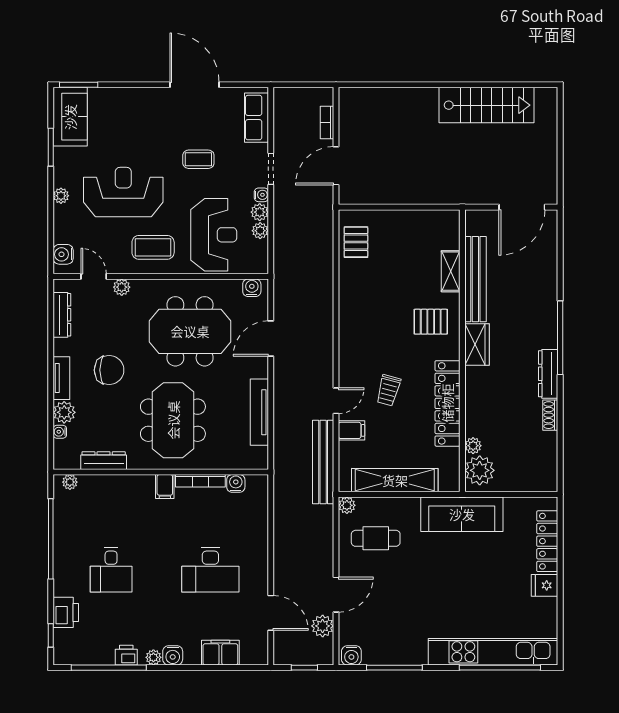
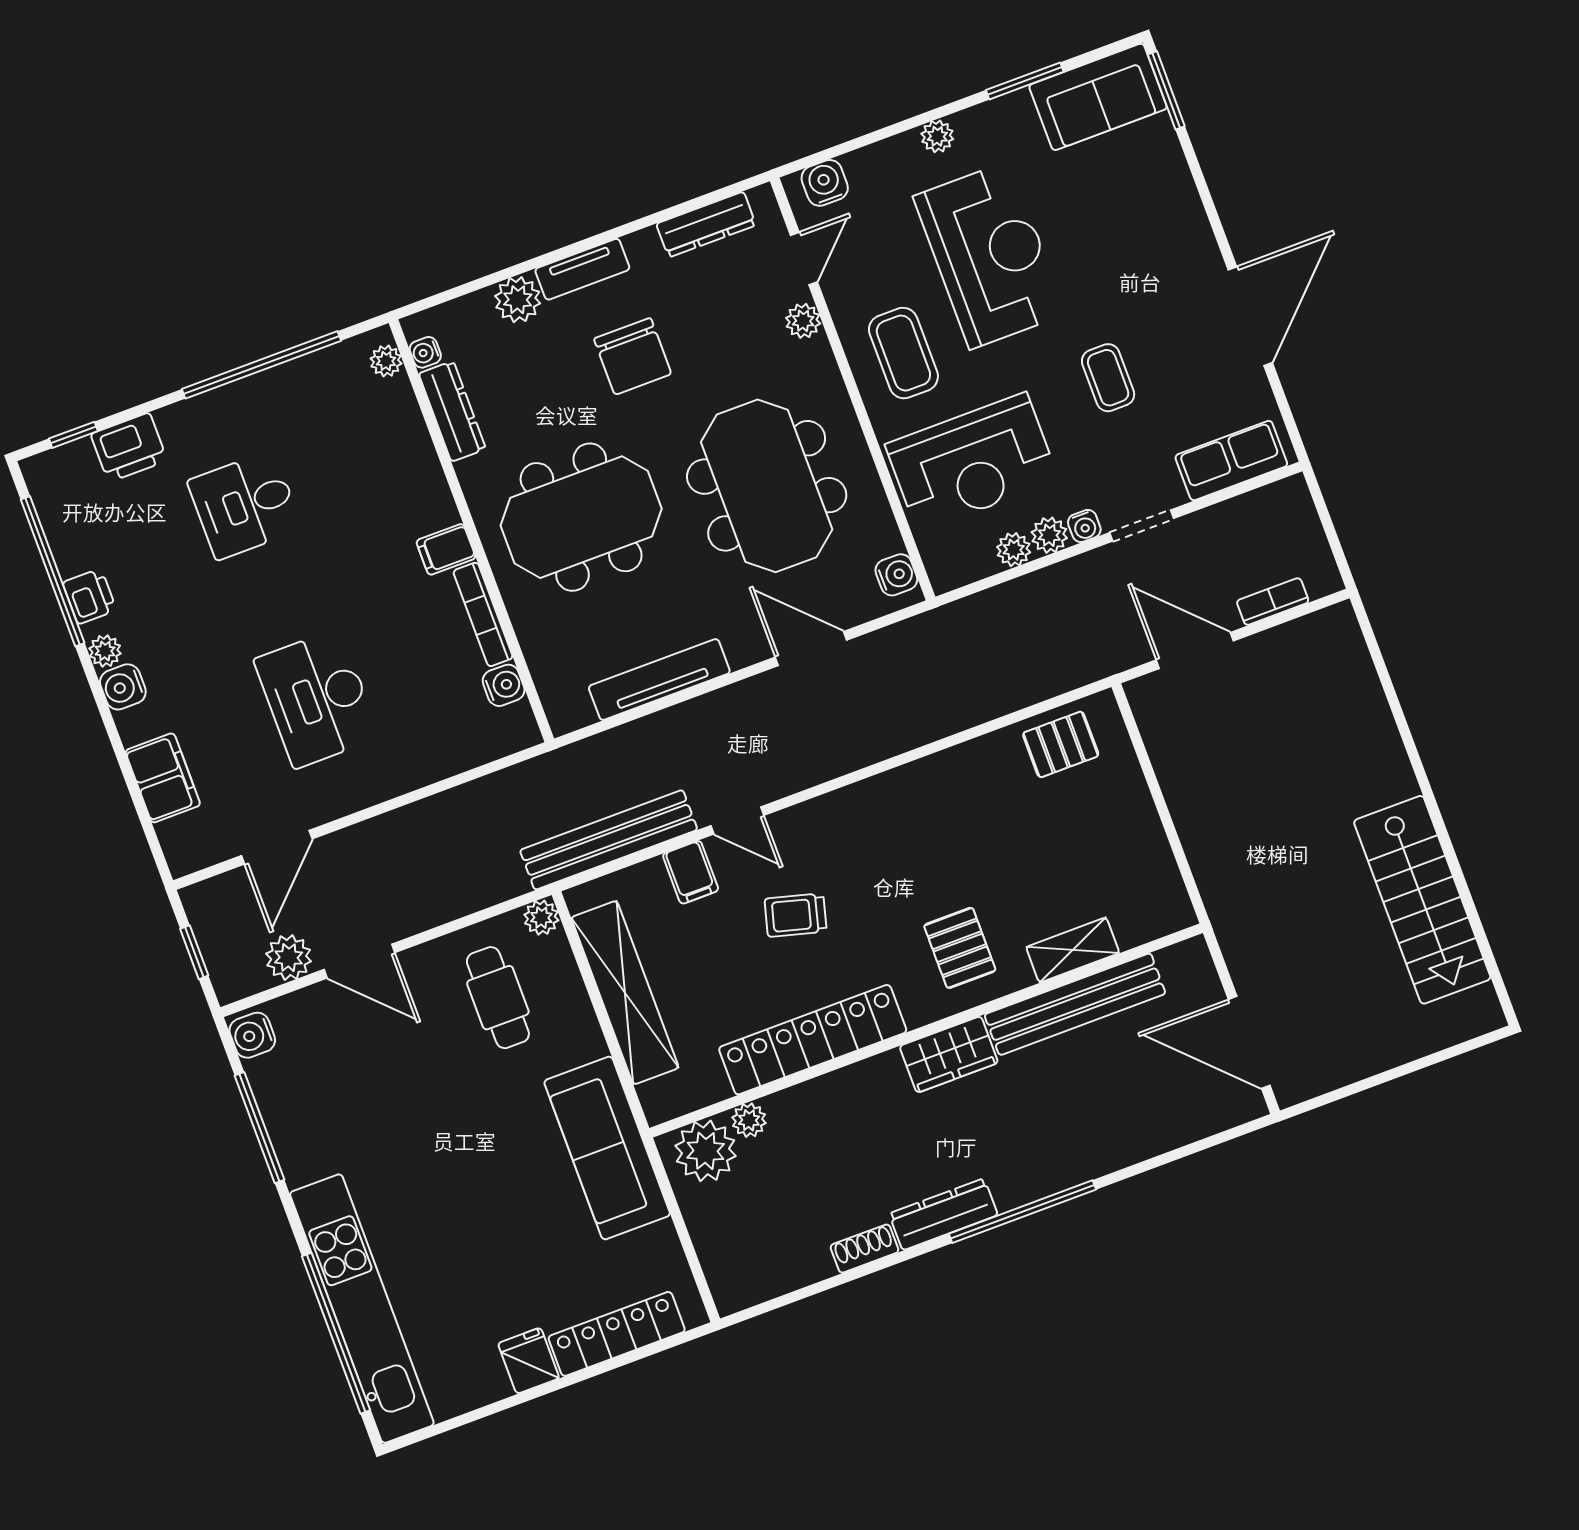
water cooler: (60, 432) -> (425, 352), moved, turned -90

